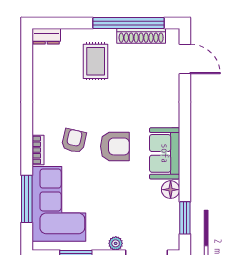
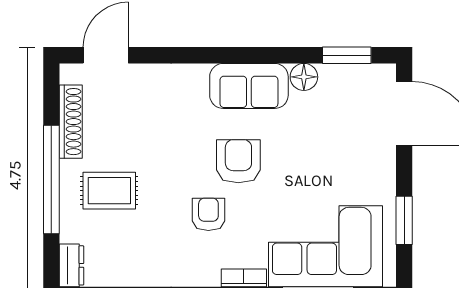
window: (128, 23) -> (51, 180), moved
armchair: (74, 141) -> (208, 214), moved, turned 77
plant: (116, 243) -> (385, 160), removed

